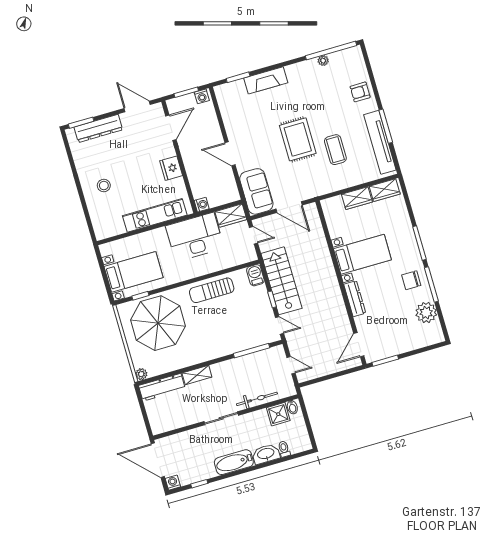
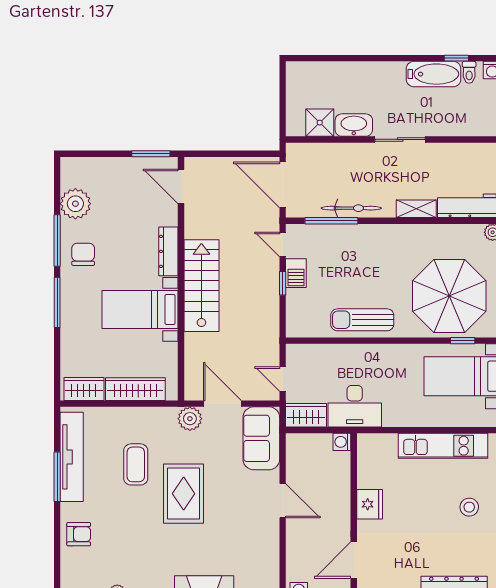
plant: (308, 191) -> (190, 419), added
wardrobe: (357, 198) -> (135, 389), width x1.50
kitchen unit: (155, 215) -> (443, 446), moved
desk: (195, 237) -> (355, 406), width x0.73, depth x0.77
barbecue: (255, 275) -> (296, 273), moved
chair: (411, 280) -> (83, 254), turned -90
stairs: (281, 281) -> (201, 286), moved, turned 180
sun lounger: (212, 290) -> (362, 320), turned 180
door: (359, 345) -> (181, 186), swing flipped
door: (291, 365) -> (283, 185), width x1.88
bicycle: (257, 399) -> (351, 208), moved, turned 180
bidet: (292, 407) -> (298, 127), removed
toilet: (284, 449) -> (469, 72), moved
washbasin: (266, 454) -> (354, 125), moved, turned 180
bathtub: (234, 462) -> (434, 74), moved

